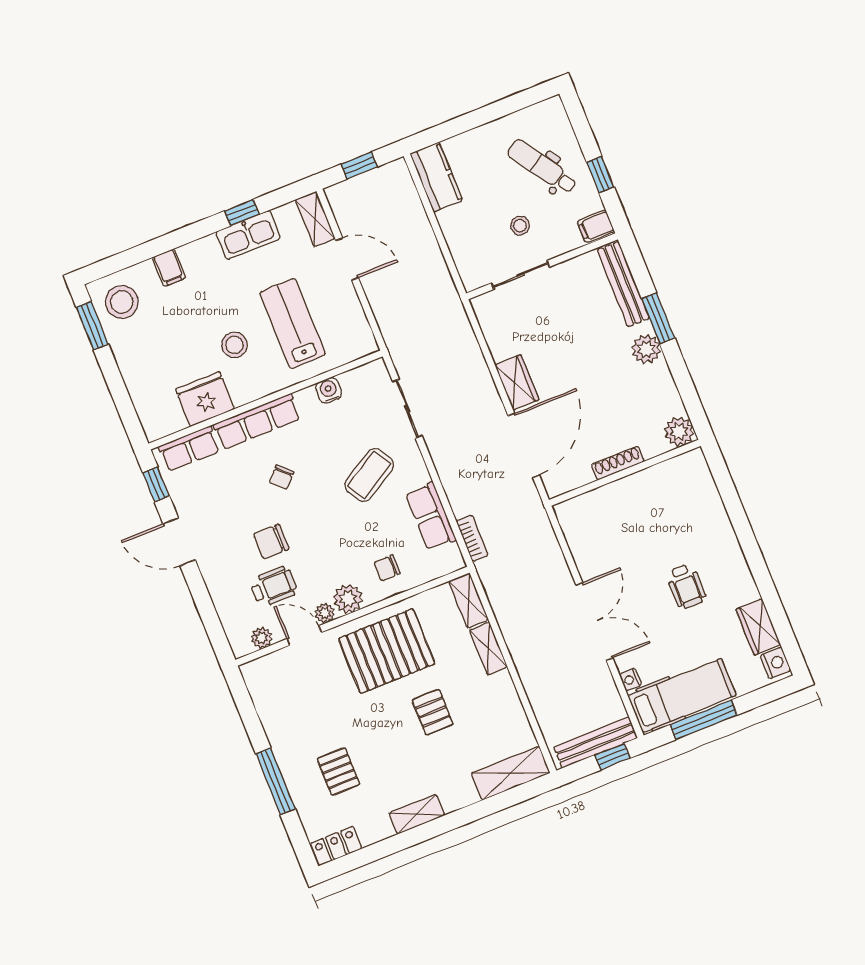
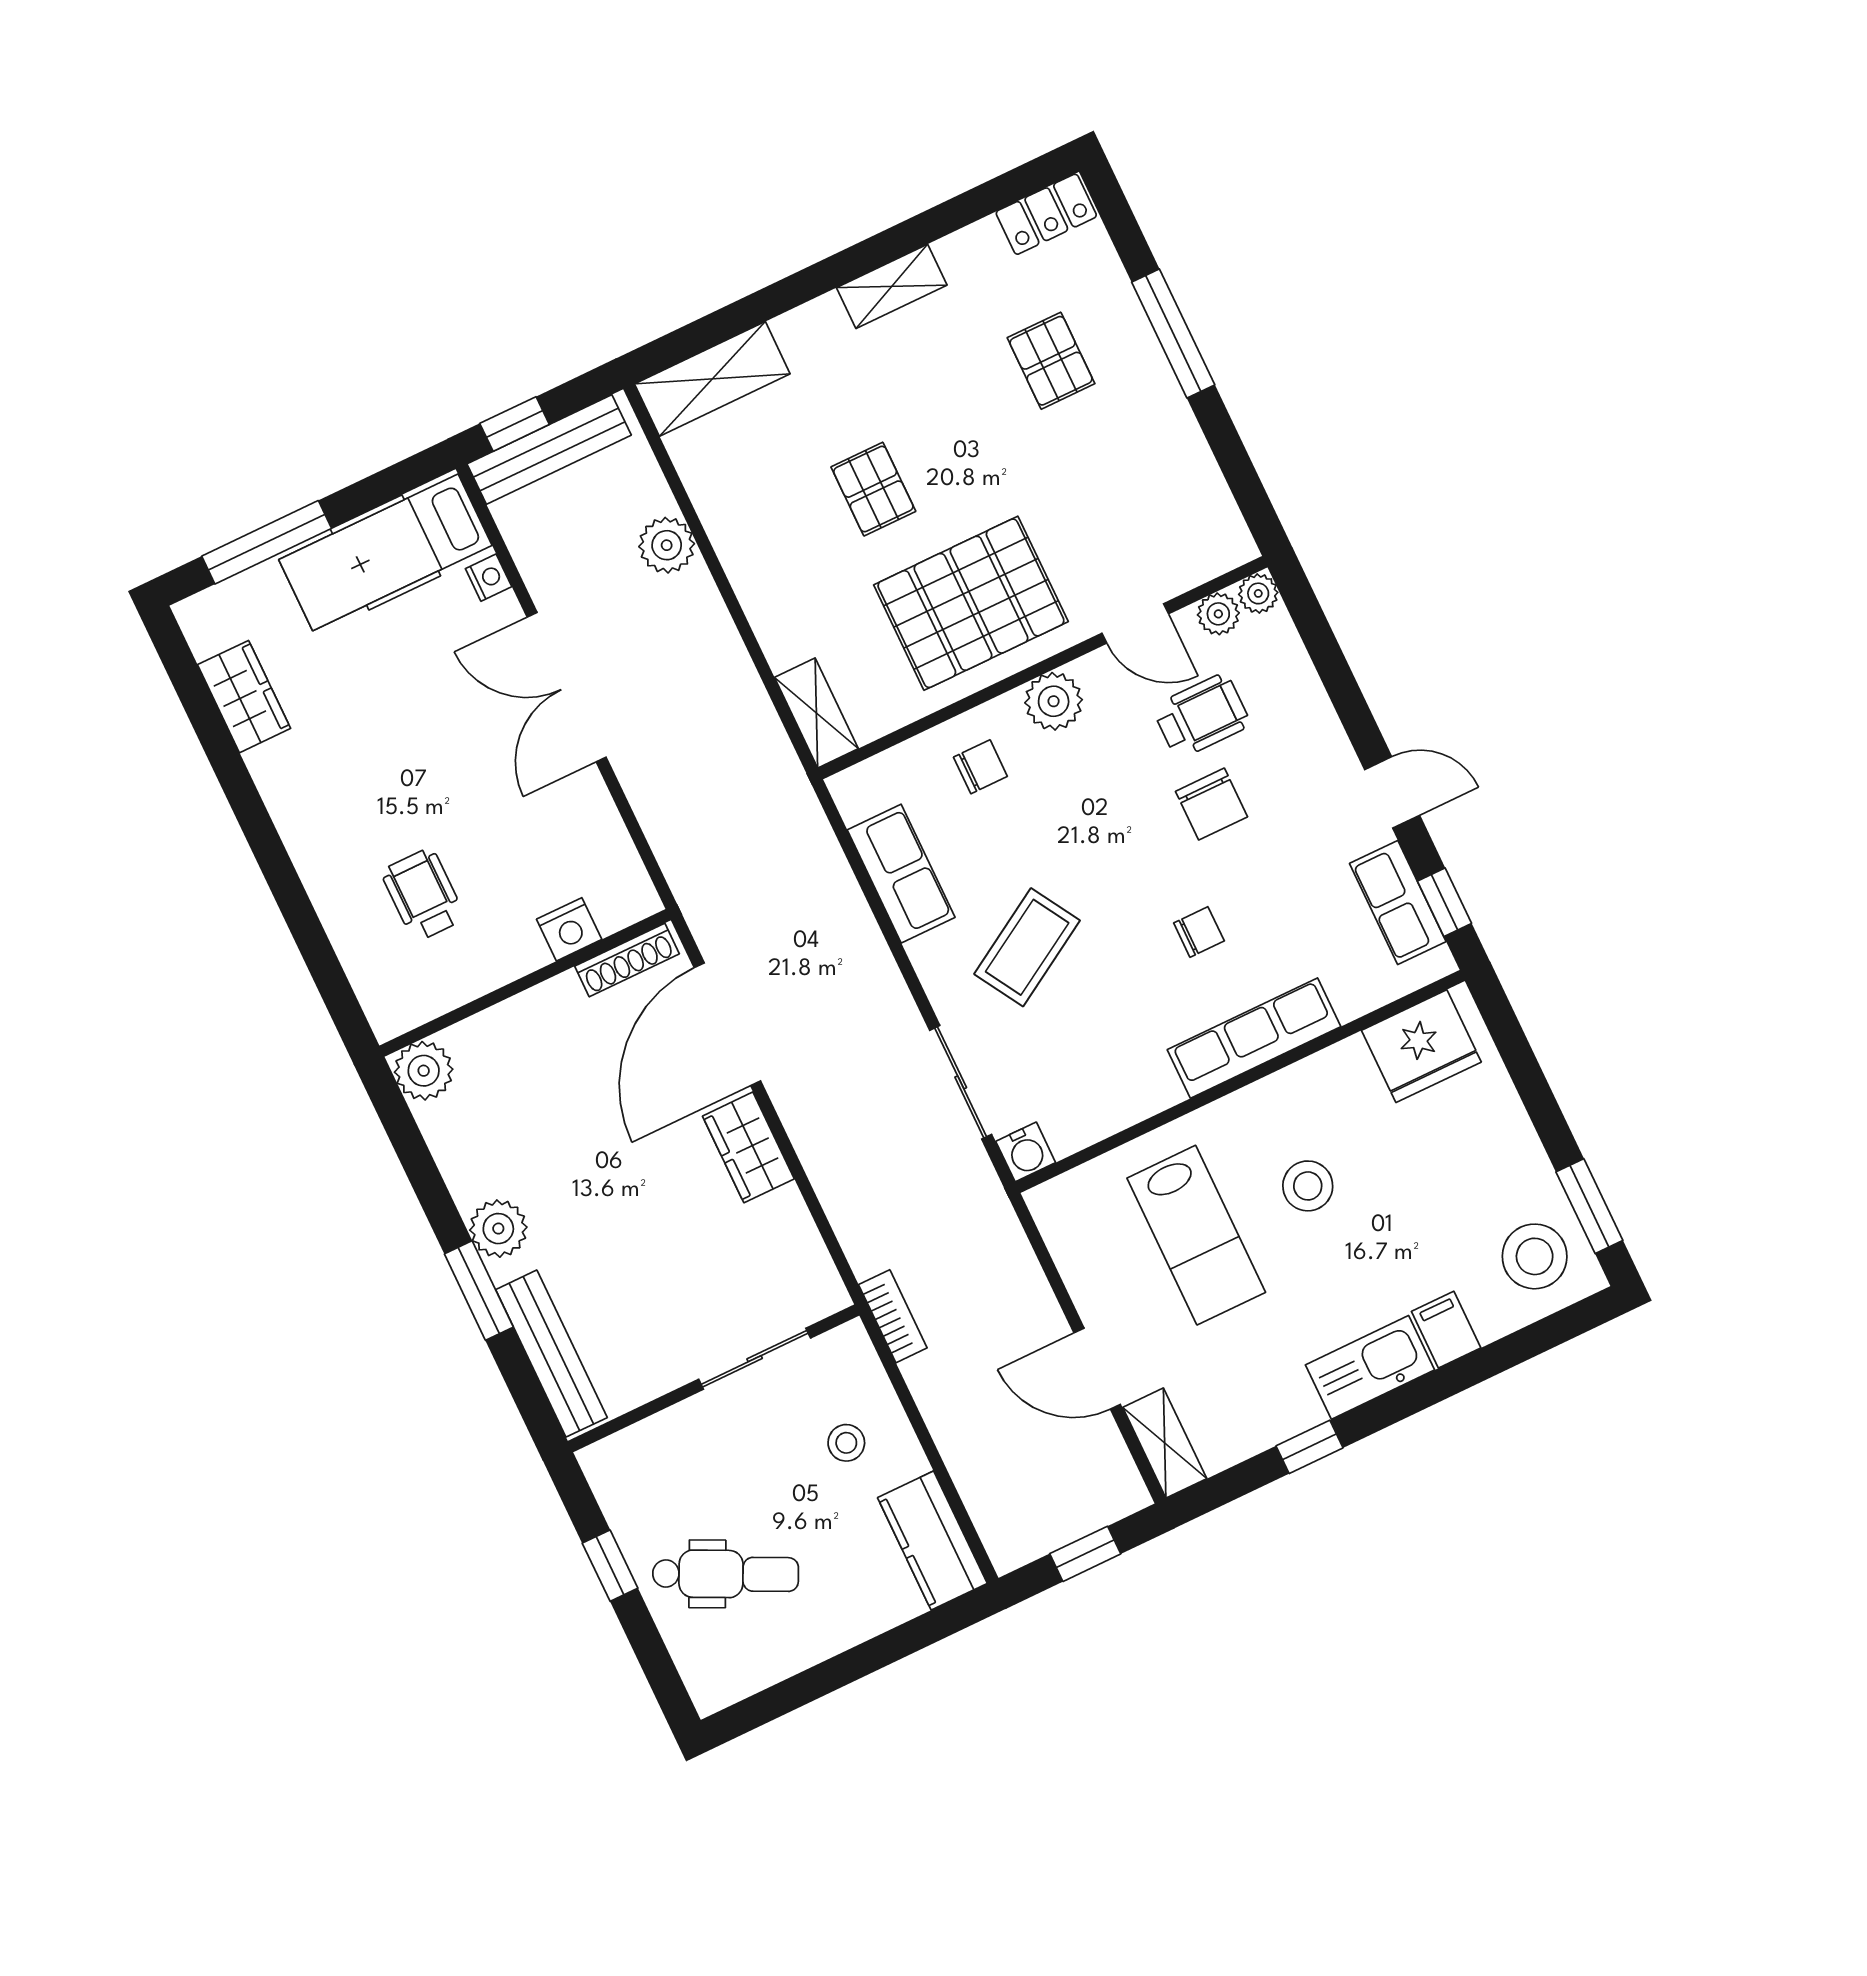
dental chair: (542, 167) -> (726, 1574), turned -30
stool: (520, 226) -> (846, 1443), moved
filing cabinet: (596, 226) -> (613, 1463), removed
kitchen sink: (248, 235) -> (1370, 1367), moved
water cooler: (329, 390) -> (1026, 1152), moved
fridge: (205, 399) -> (1421, 1046), moved
row of seats: (189, 449) -> (1398, 903), moved, turned -90
shoe rack: (618, 463) -> (627, 960), moved
chair: (282, 477) -> (1199, 932), turned 46
bookcase: (472, 538) -> (893, 1316), moved, turned 180
door: (179, 542) -> (1392, 792), width x0.73
chair: (271, 542) -> (1212, 804), turned 90
wheelchair: (686, 586) -> (423, 895), moved
wheelchair: (273, 587) -> (1201, 716), turned 180
plant: (325, 613) -> (1258, 593), moved
shelving: (488, 649) -> (771, 621), removed
nightstand: (775, 663) -> (569, 929), moved, turned -90
plant: (539, 690) -> (667, 545), added
window: (704, 720) -> (267, 542), moved

